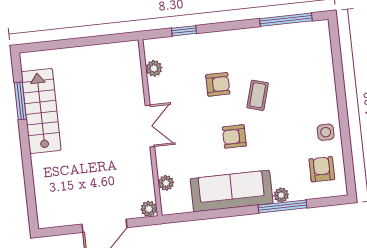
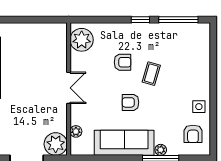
window: (184, 31) -> (140, 20), moved
plant: (154, 68) -> (82, 40), width x1.88, depth x1.88
armchair: (322, 169) -> (193, 134), turned 180
plant: (149, 209) -> (56, 144), width x1.88, depth x1.88

